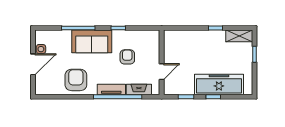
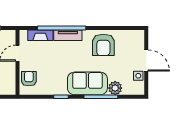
plant: (64, 37) -> (115, 88), added
armchair: (127, 57) -> (29, 79), moved, turned 180
door: (33, 64) -> (146, 60), swing flipped

